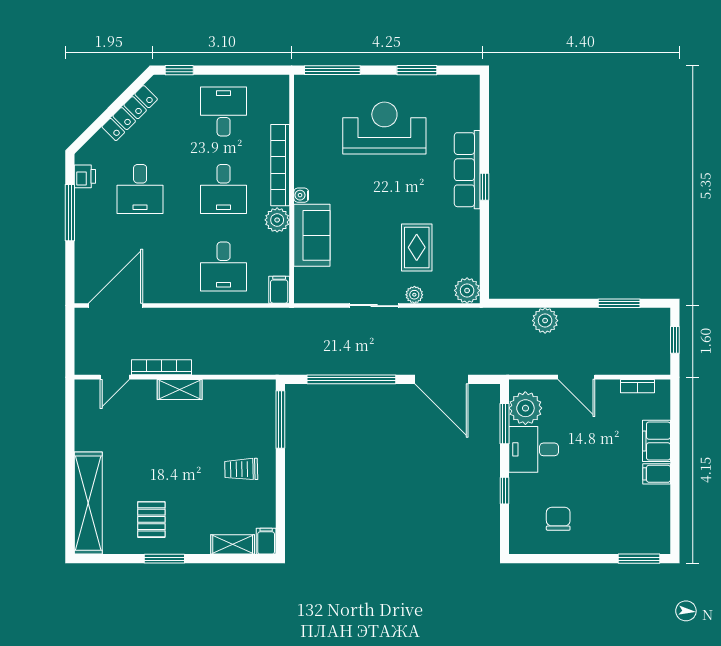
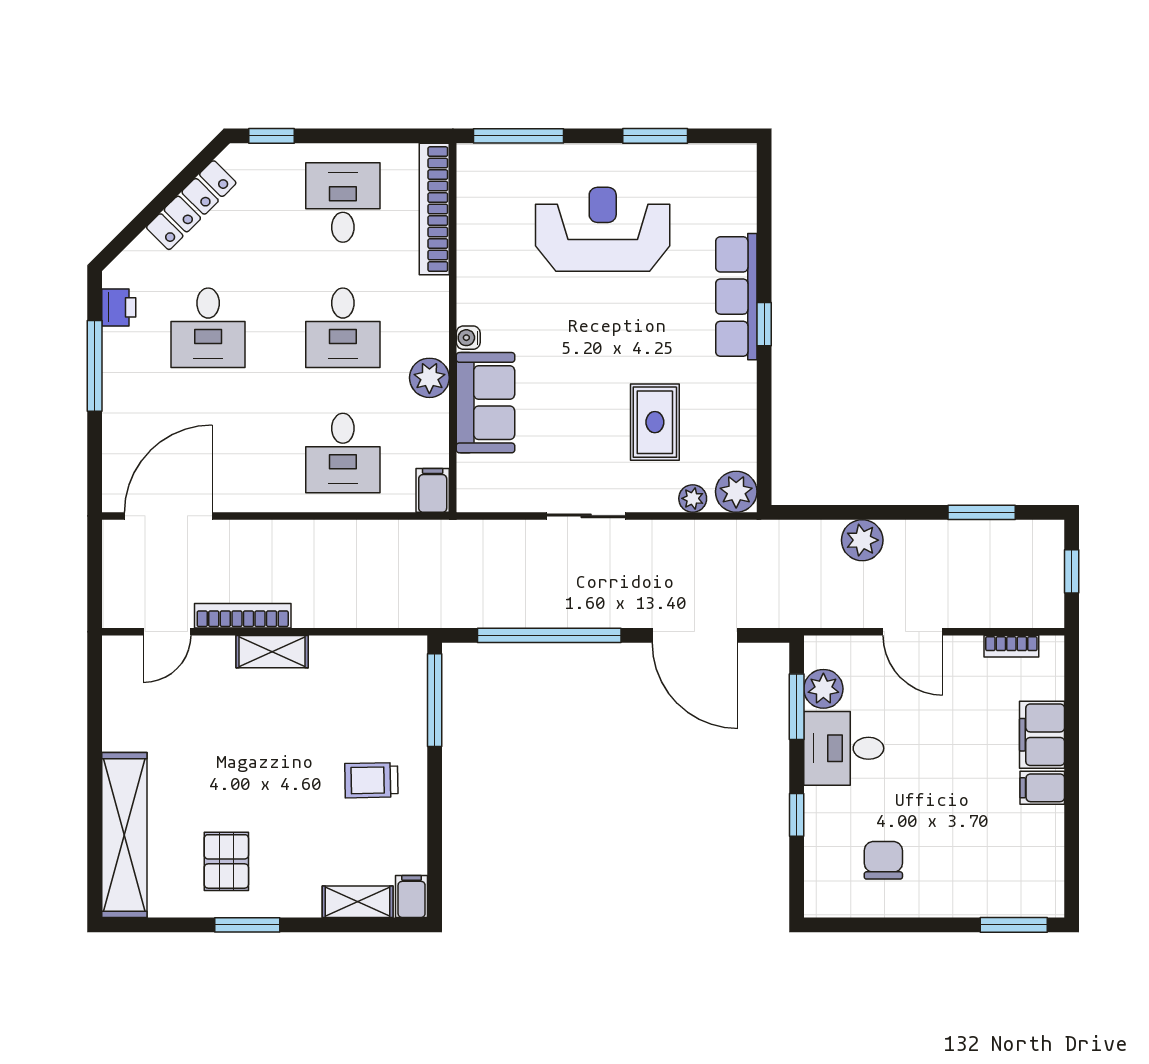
bookcase: (280, 165) -> (434, 209), moved
plant: (414, 295) -> (693, 498), moved
plant: (525, 408) -> (823, 689), width x0.73, depth x0.73

